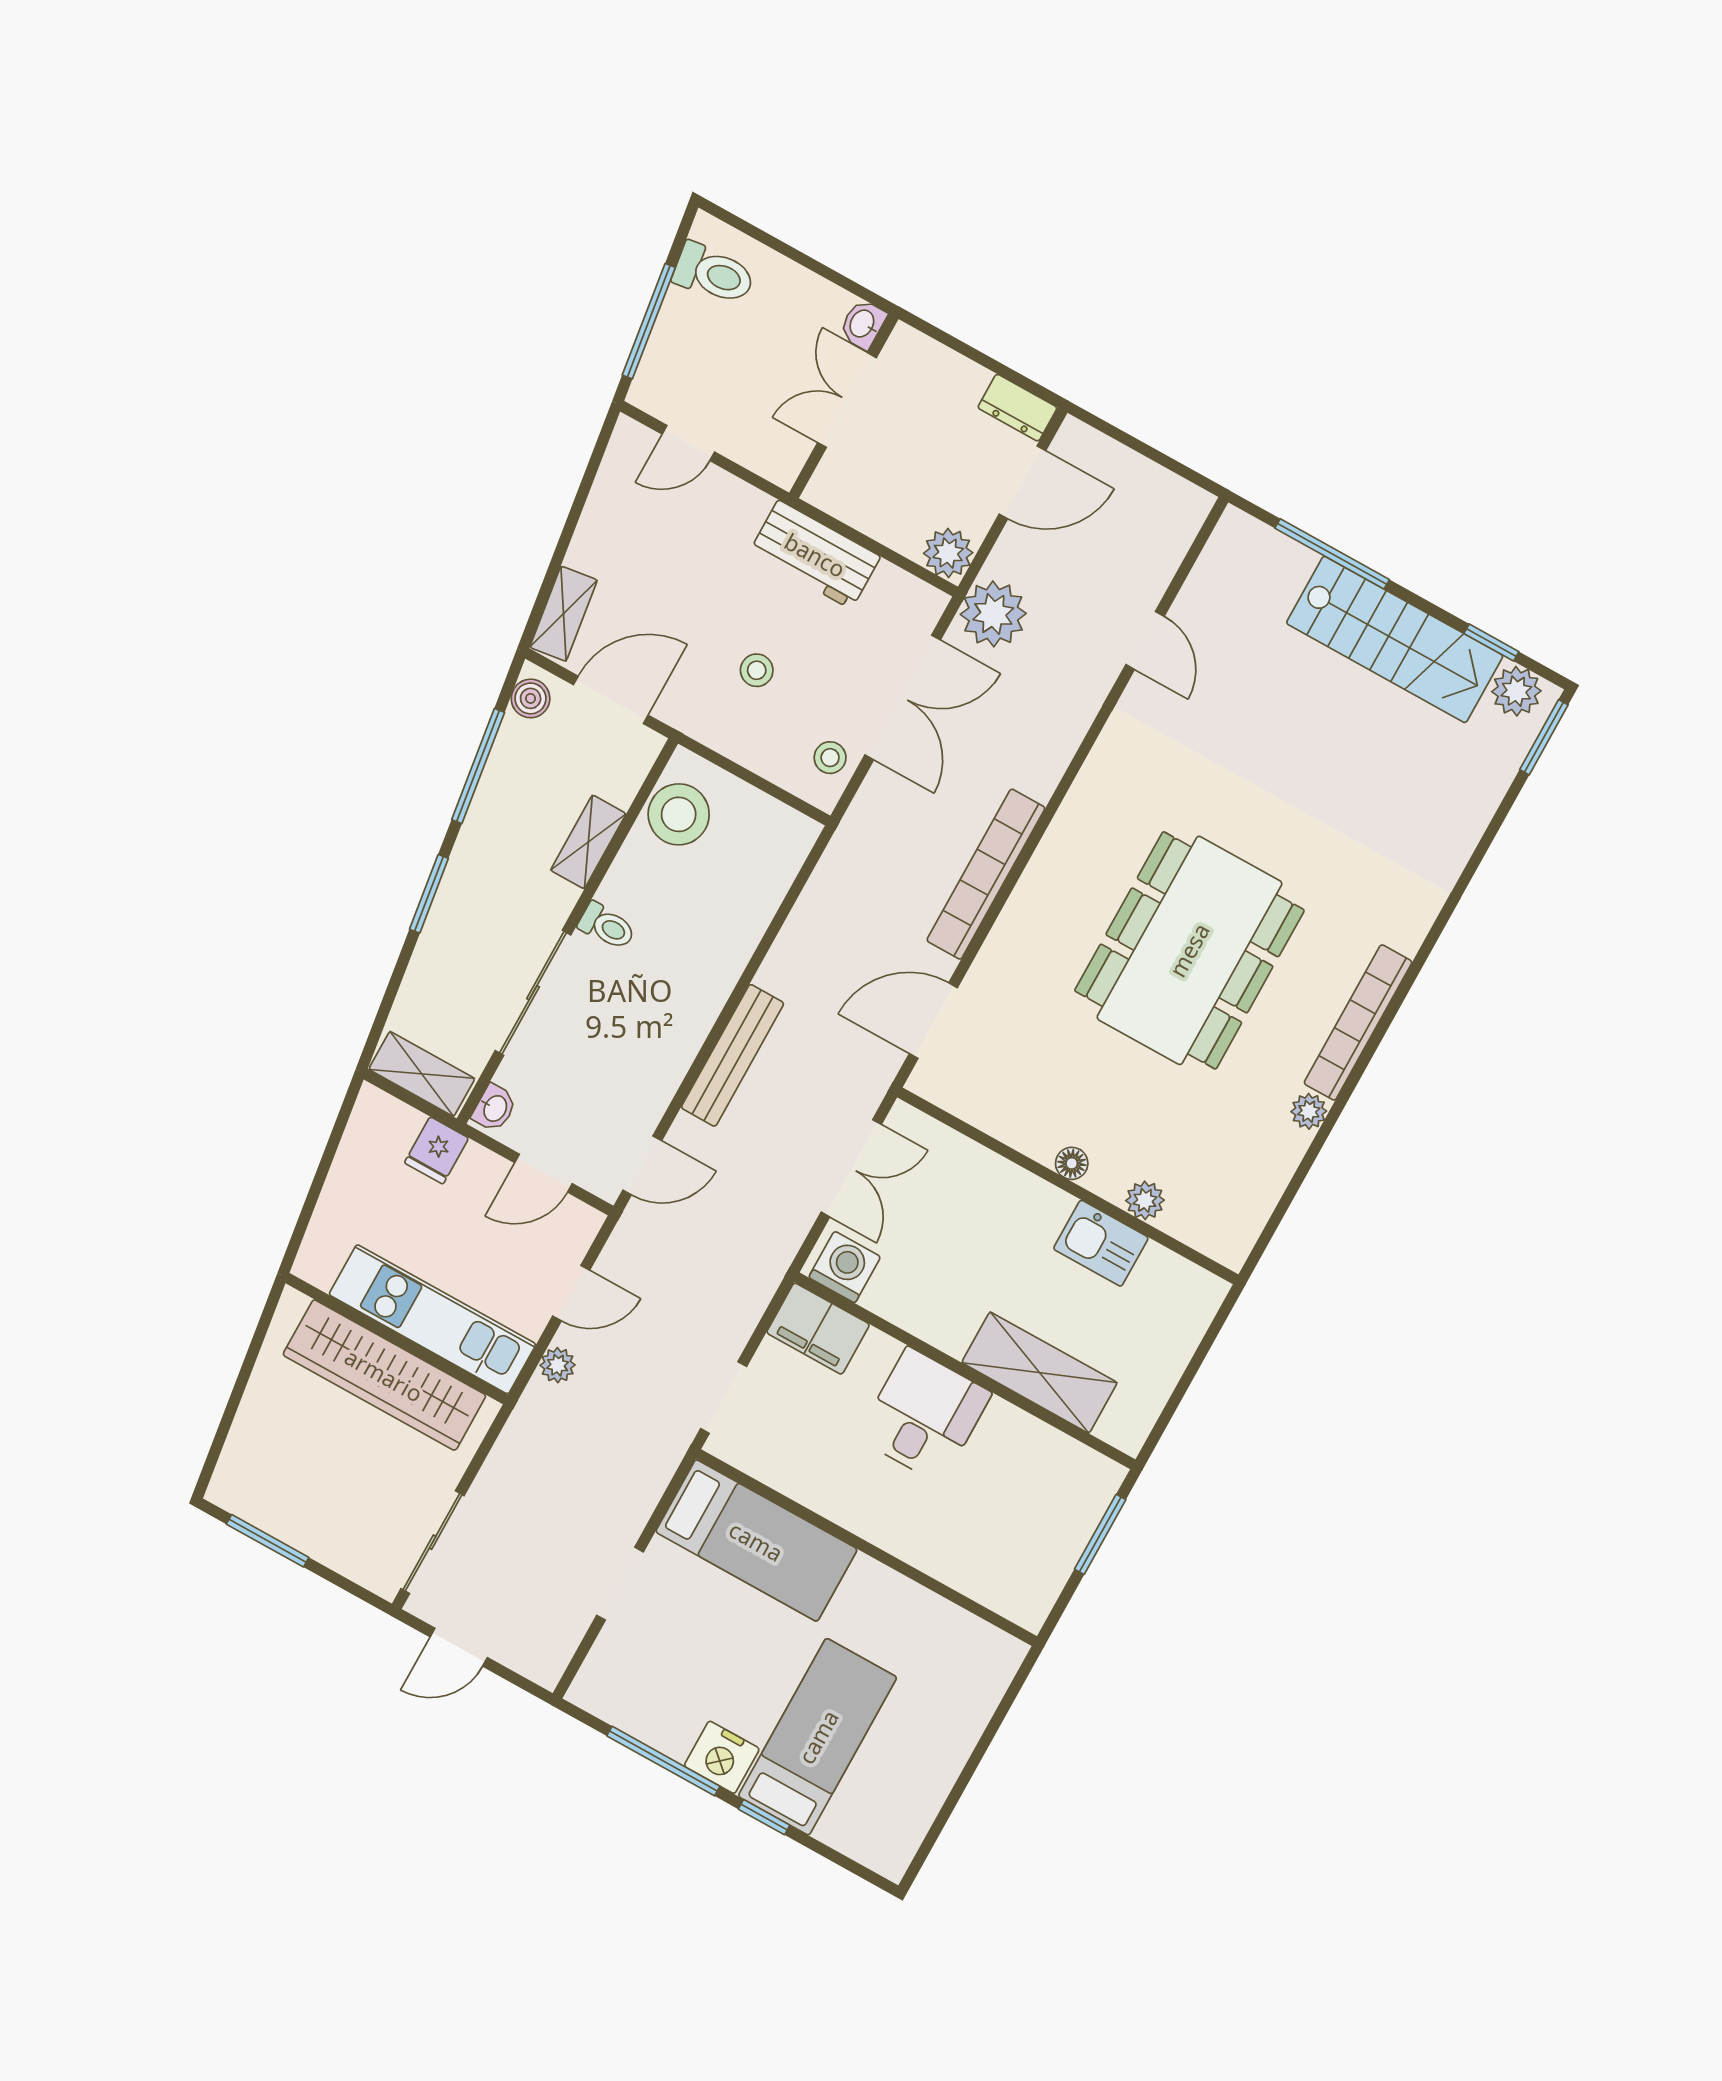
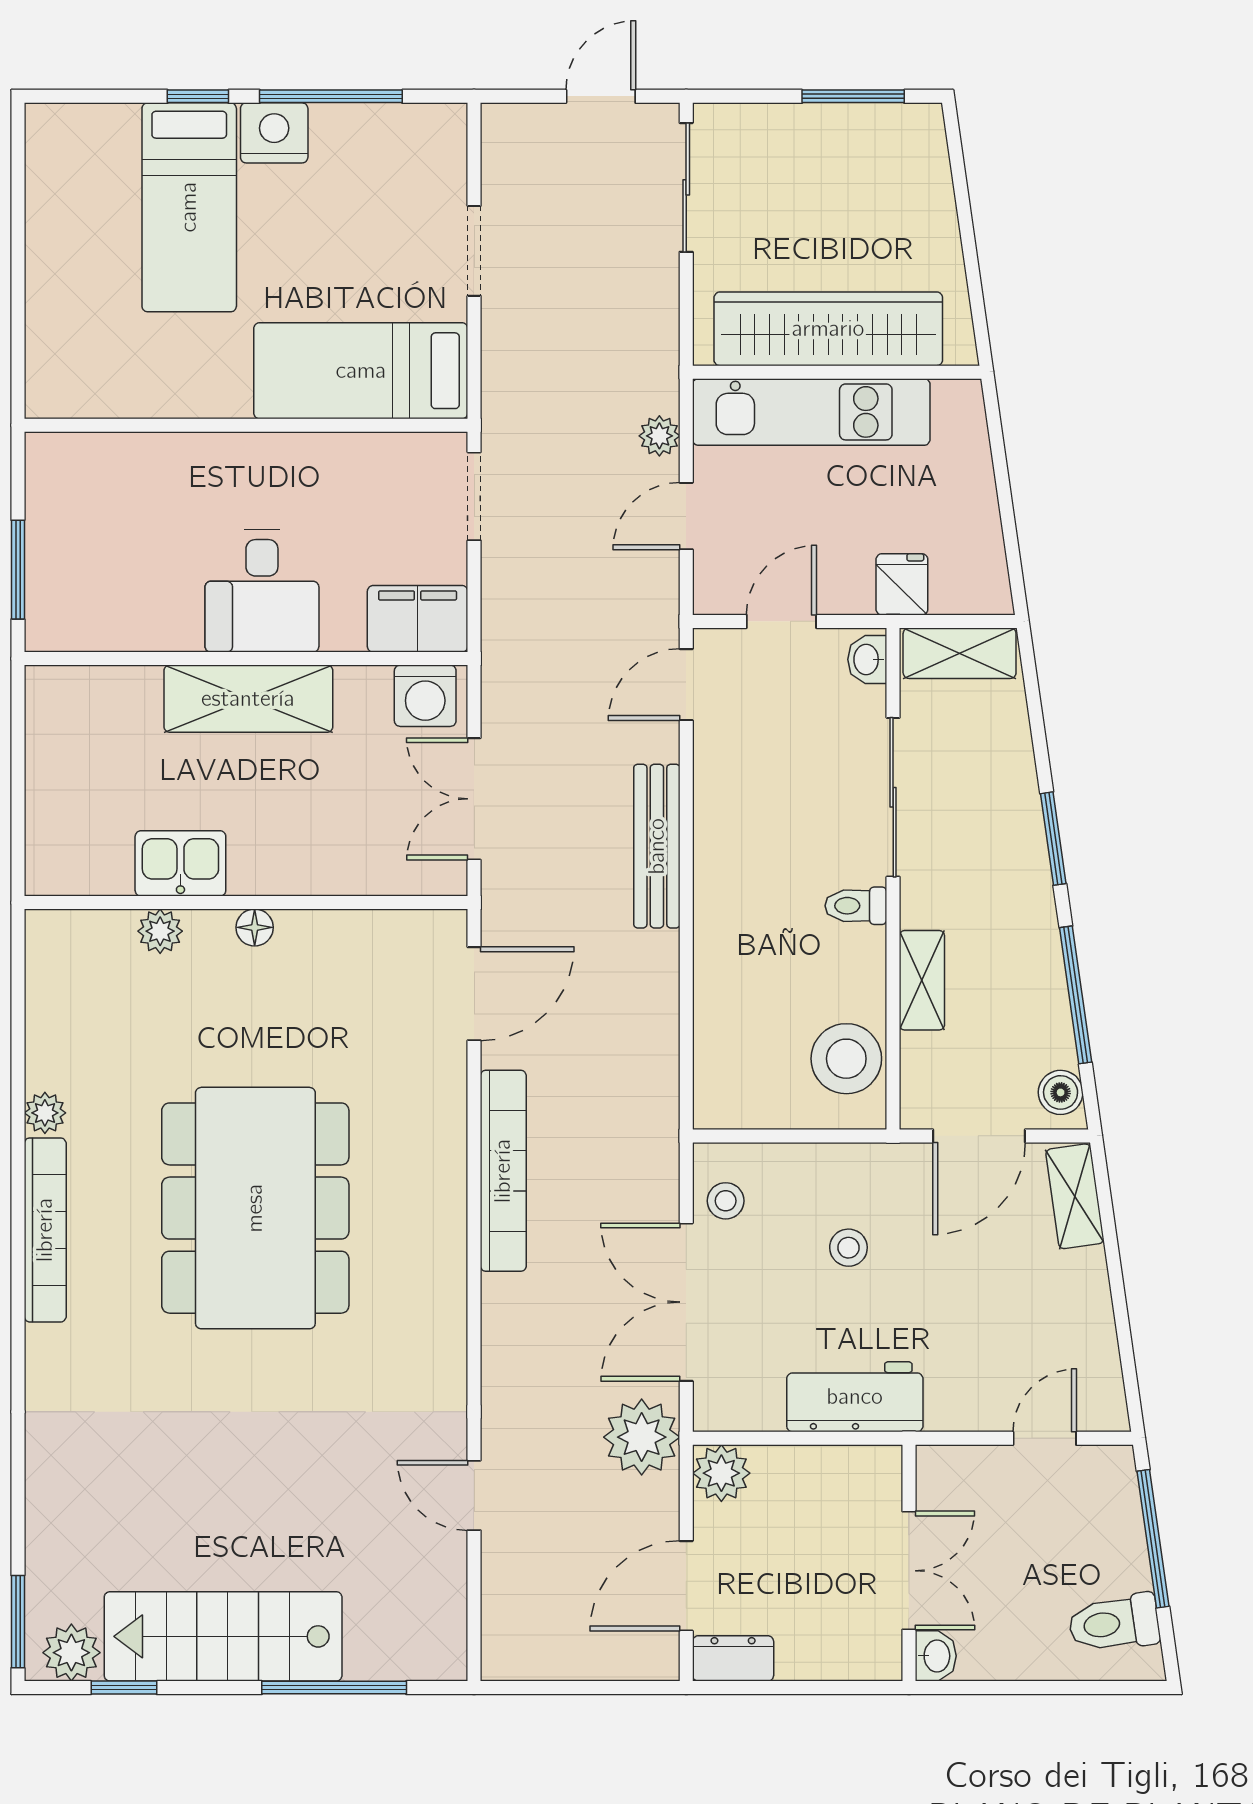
shelving: (1039, 1373) -> (248, 699), moved

